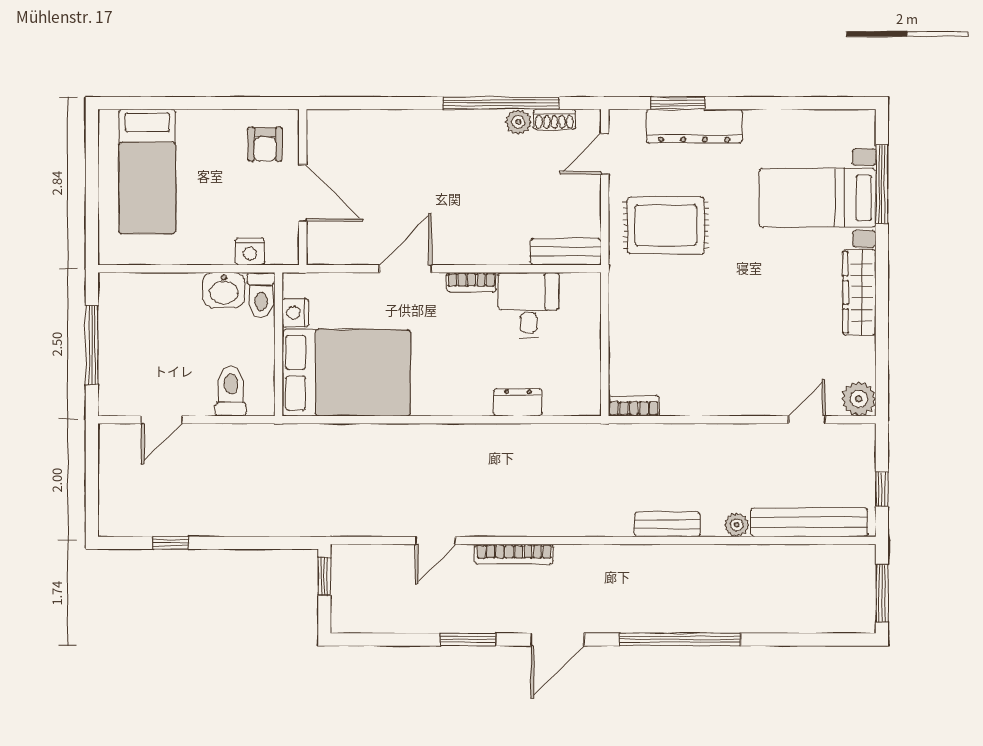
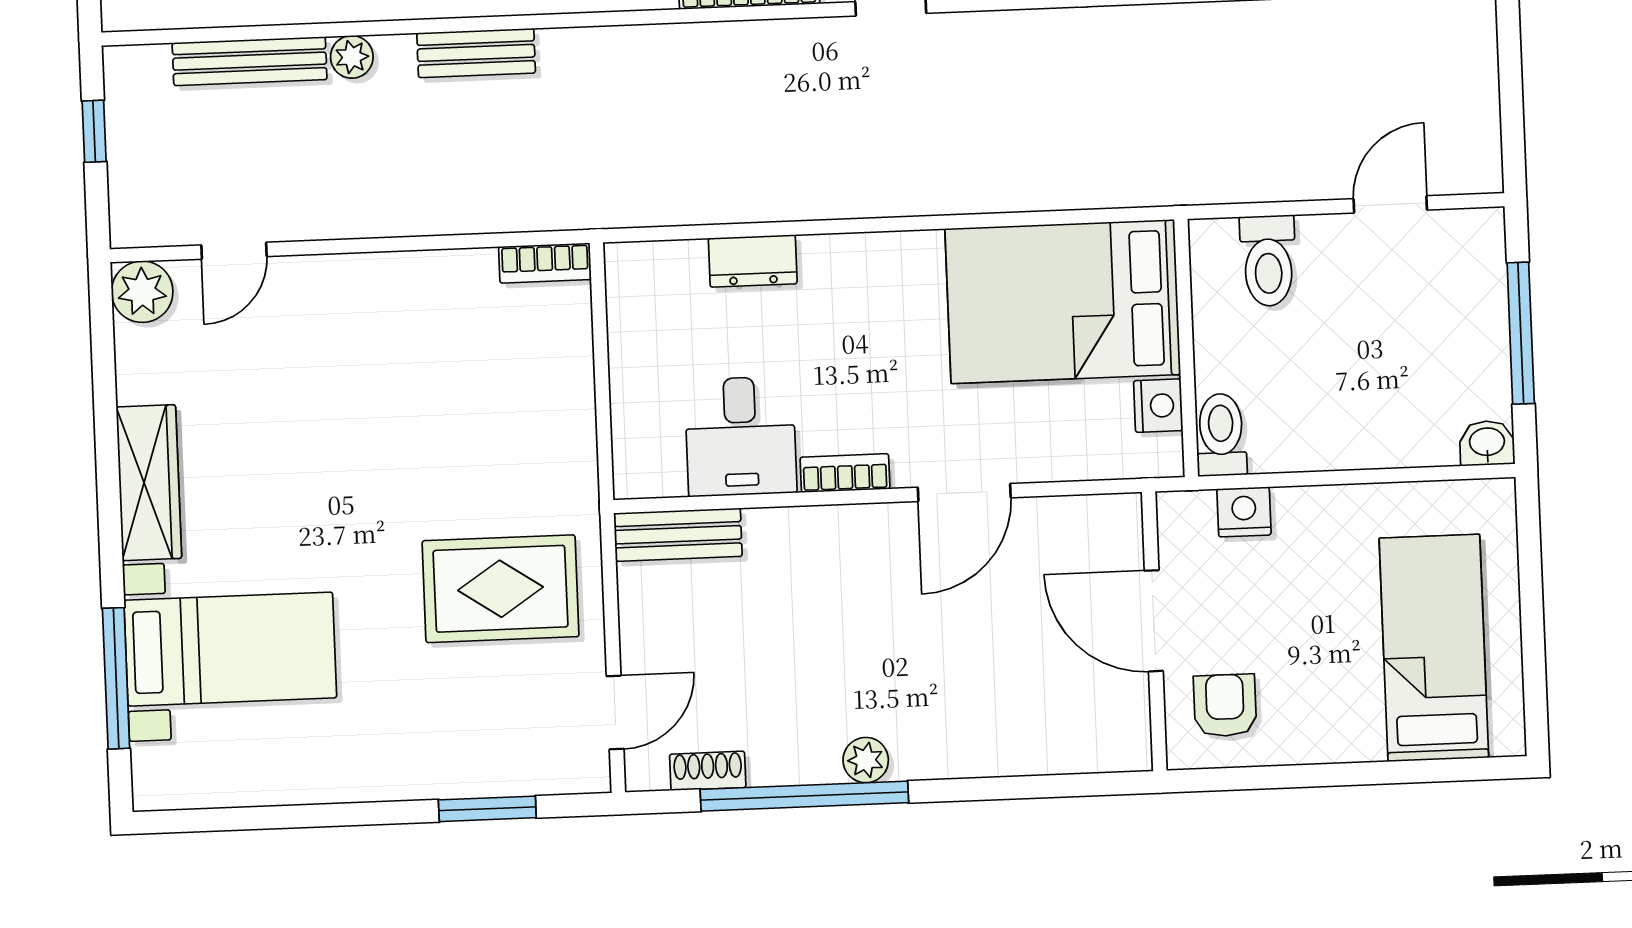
plant: (518, 122) -> (866, 760), moved
dresser: (694, 126) -> (457, 769), removed
washbasin: (224, 290) -> (1487, 443), moved, width x0.72, depth x0.69
bench: (809, 522) -> (250, 61), width x0.73, depth x0.82

